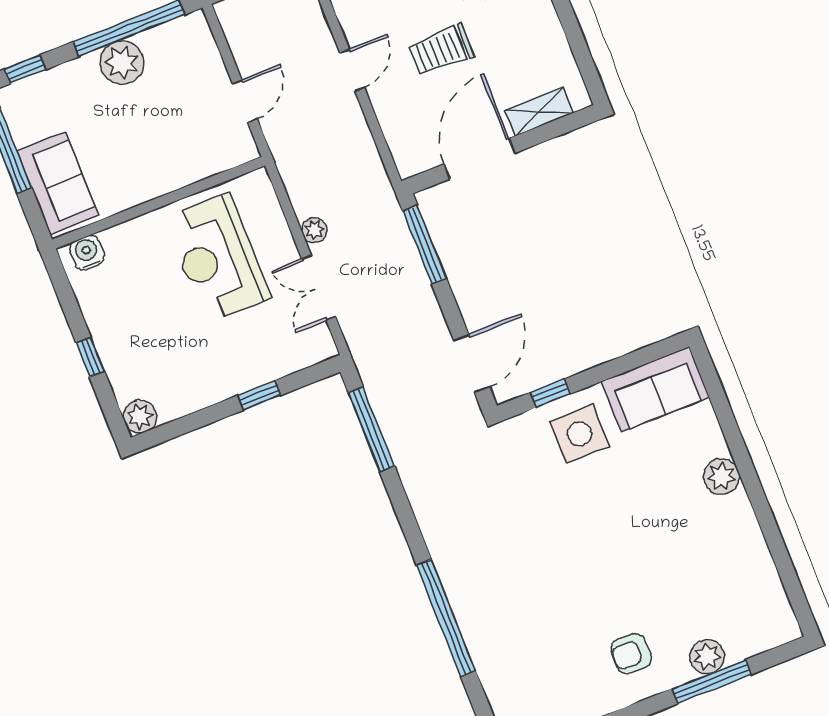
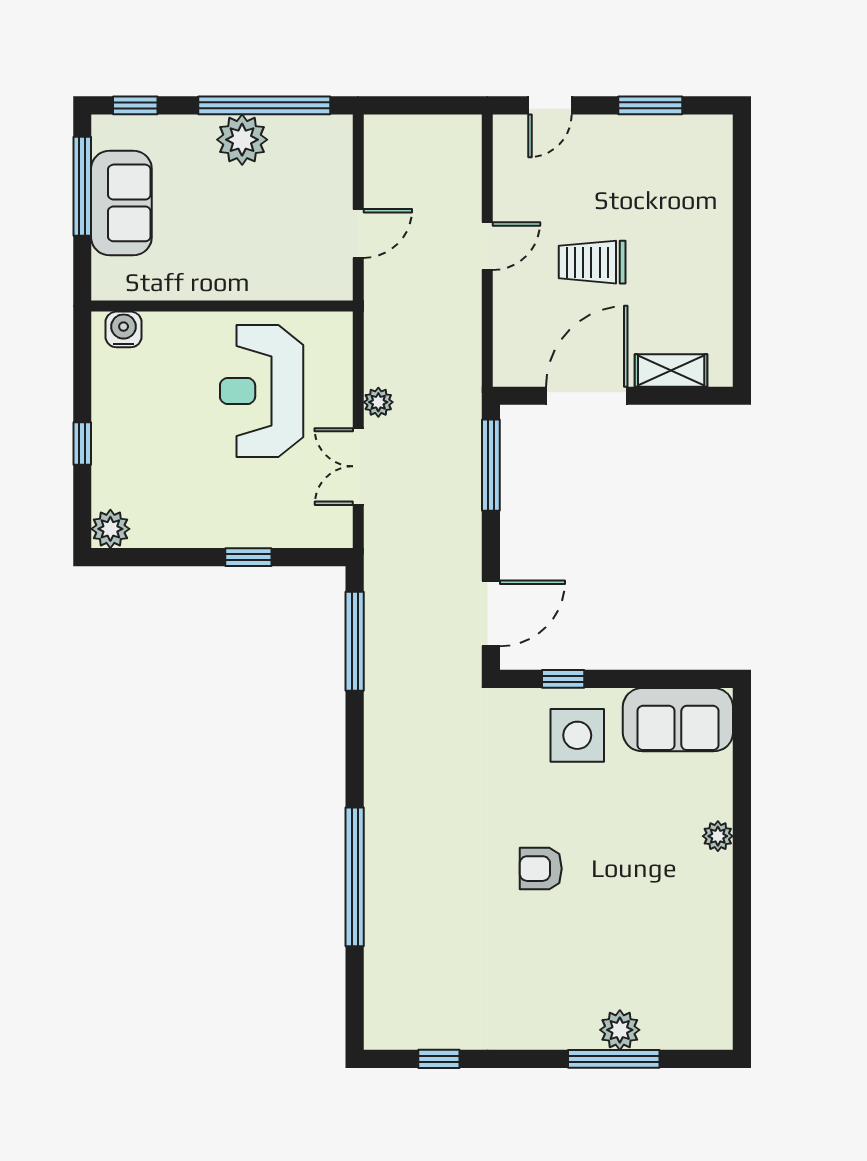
sofa: (58, 183) -> (121, 203), moved
plant: (721, 476) -> (718, 836), width x0.73, depth x0.73
armchair: (631, 654) -> (541, 869), moved

